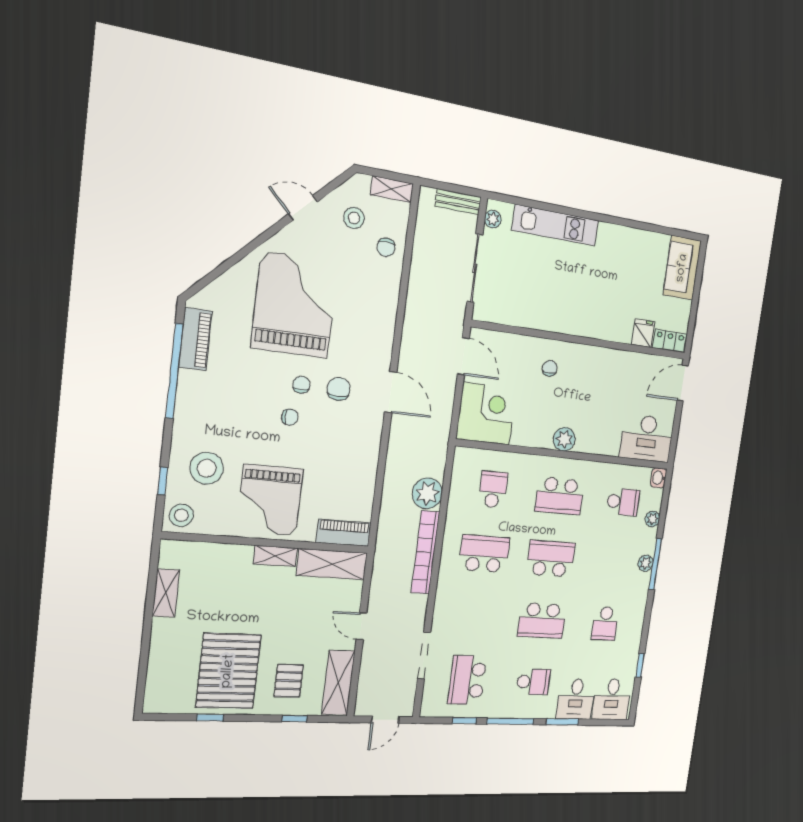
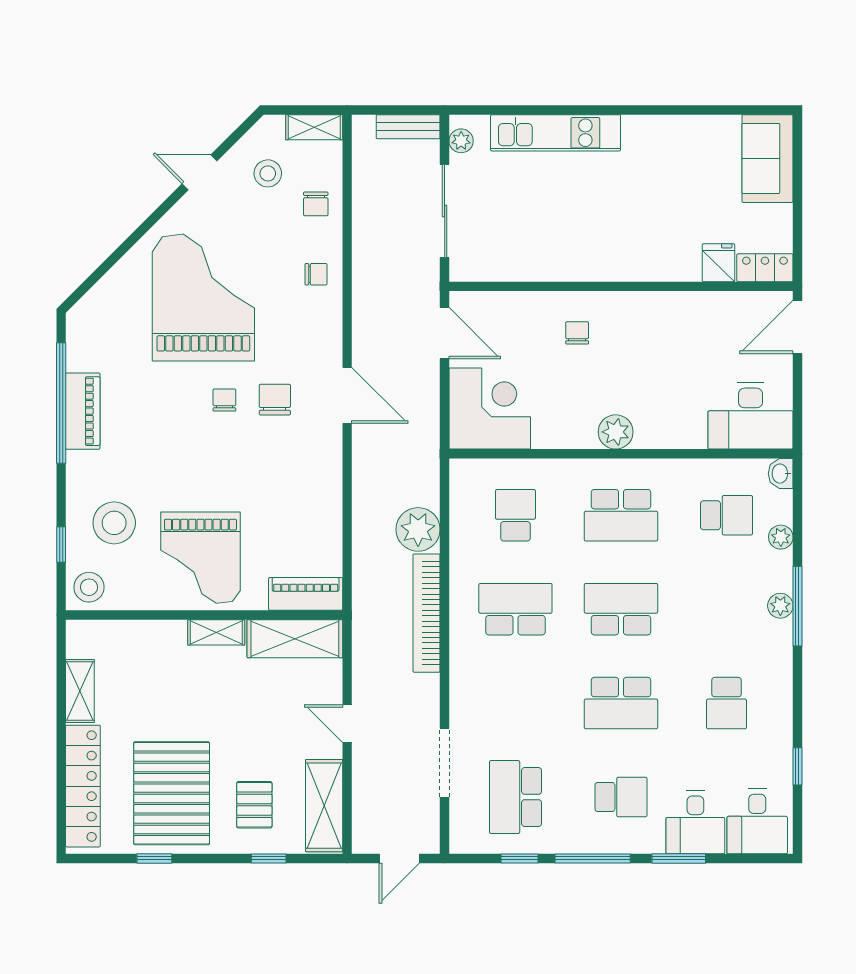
piano: (195, 339) -> (83, 411), moved
chair: (290, 417) -> (316, 274), moved
locker: (161, 664) -> (83, 786), added

